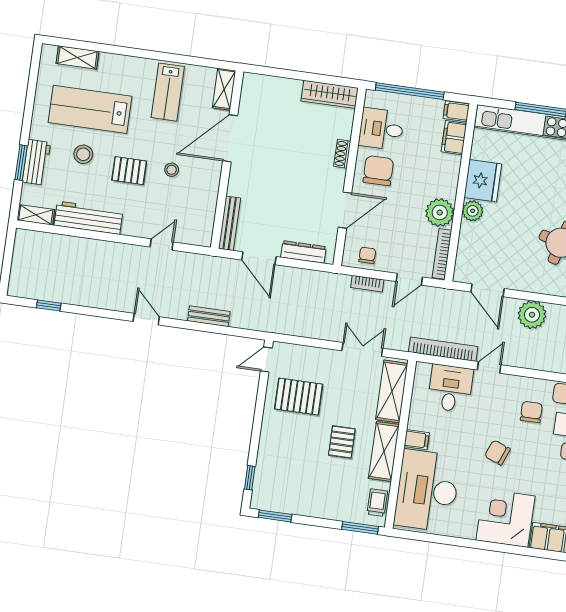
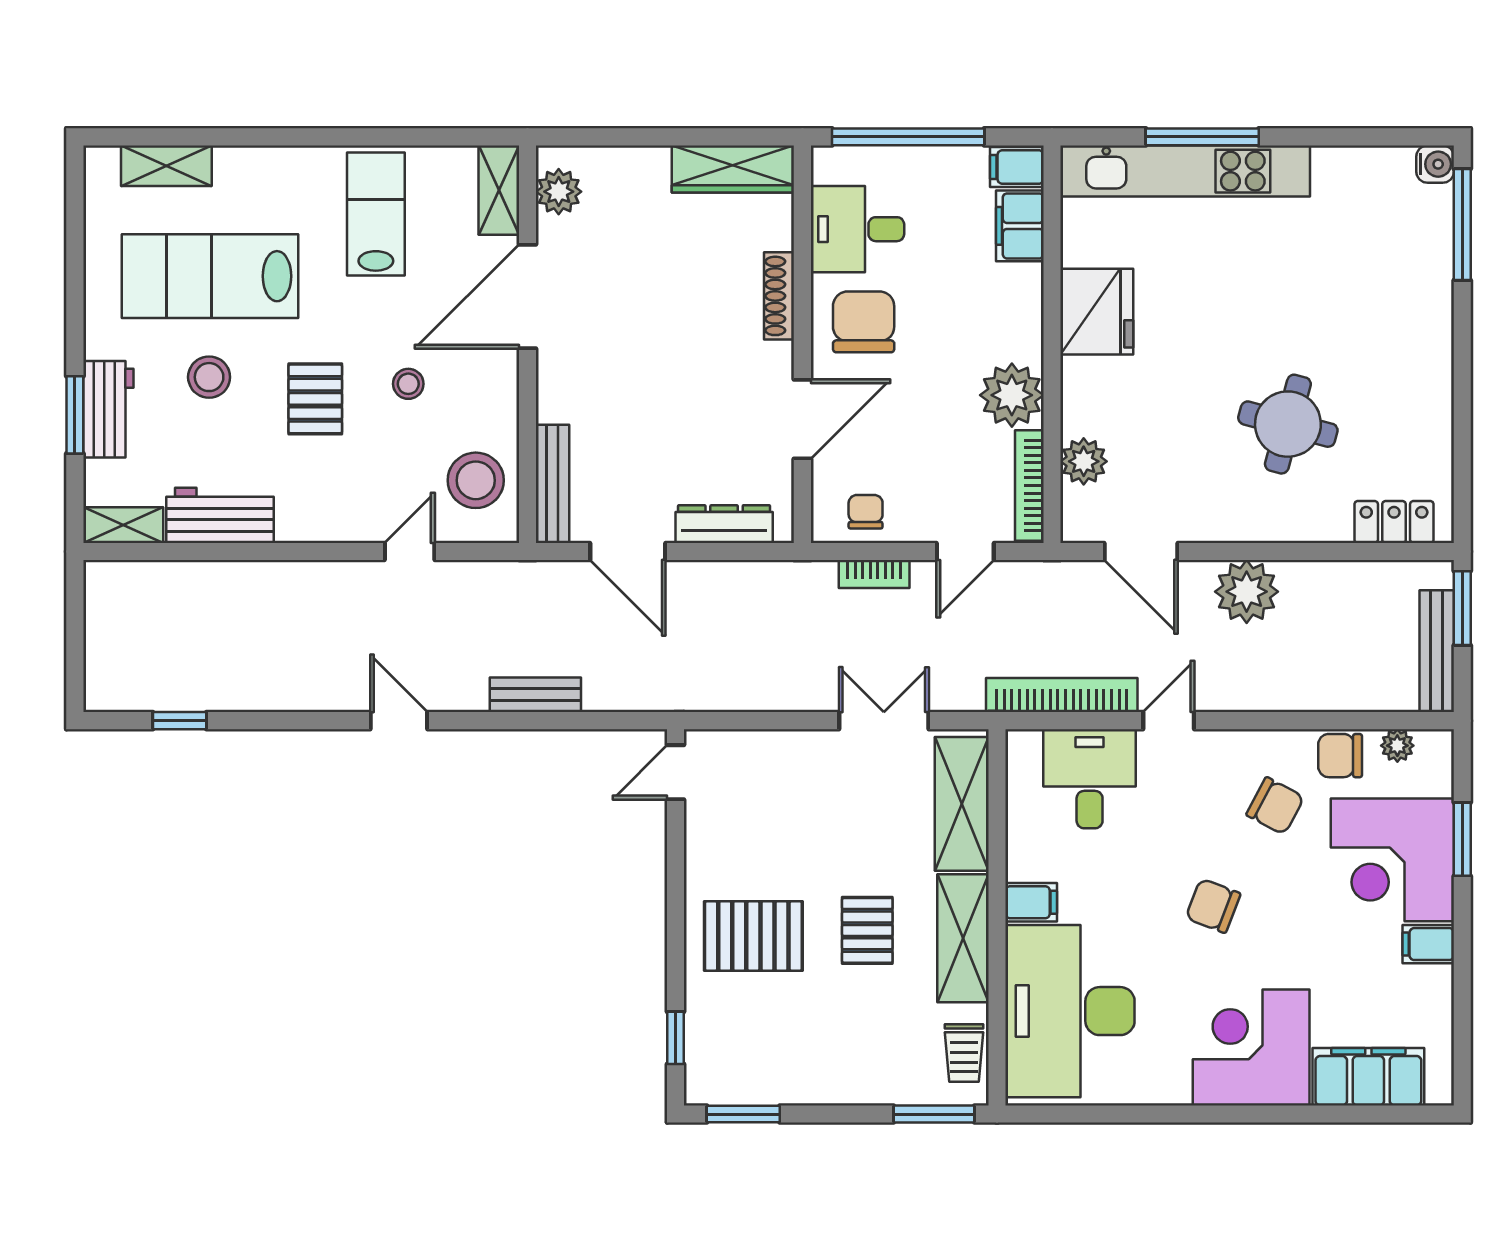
lab bench: (168, 92) -> (376, 214), turned 180
plant: (251, 93) -> (559, 192), added
shoe rack: (342, 154) -> (779, 296), width x1.43
pallet: (129, 171) -> (315, 399), turned 90
plant: (473, 211) -> (1084, 461), moved
stool: (196, 217) -> (476, 480), added
workbench: (88, 218) -> (220, 515), width x0.73
pallet: (299, 397) -> (753, 936), moved
chair: (531, 412) -> (1275, 806), turned 118
trolley: (377, 503) -> (964, 1053), turned 180

